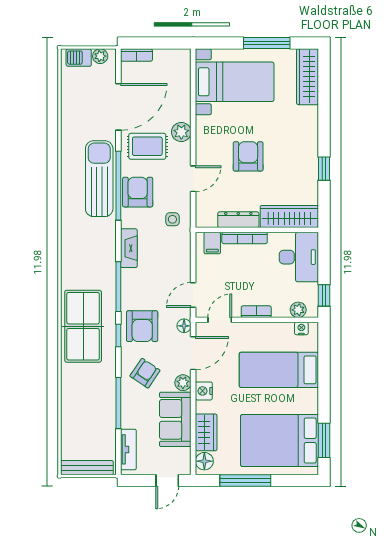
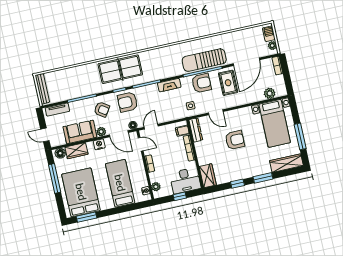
door: (118, 107) -> (246, 62), hinge flipped
window: (324, 123) -> (263, 178), added
plant: (181, 132) -> (270, 93), moved
sun lounger: (99, 179) -> (204, 60), turned 180
wardrobe: (289, 217) -> (208, 176), width x0.67
dresser: (238, 220) -> (196, 130), moved
door: (193, 295) -> (151, 127), hinge flipped
window: (324, 295) -> (180, 196), moved

